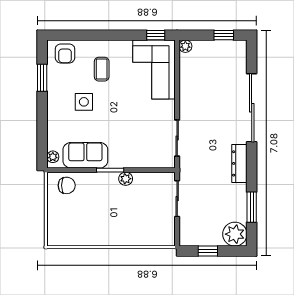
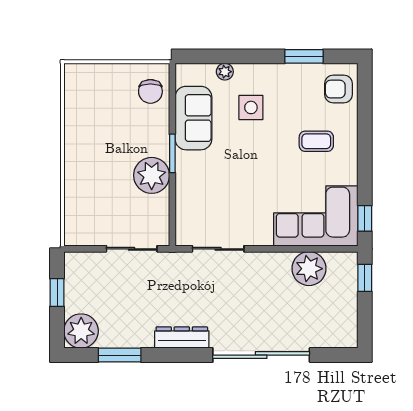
window: (224, 35) -> (365, 278), moved
plant: (185, 46) -> (309, 269), moved, width x1.88, depth x1.88
side table: (84, 102) -> (251, 107), moved
plant: (53, 157) -> (225, 72), moved
plant: (126, 179) -> (152, 175), width x1.88, depth x1.88

